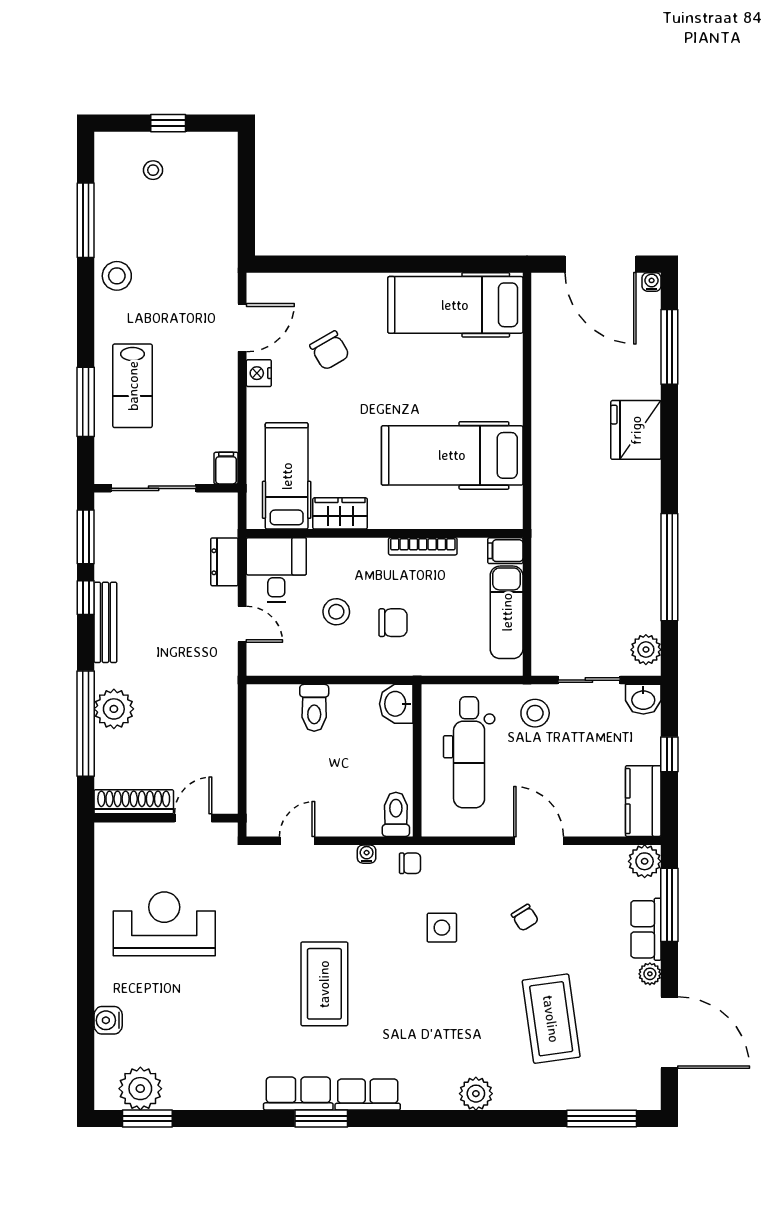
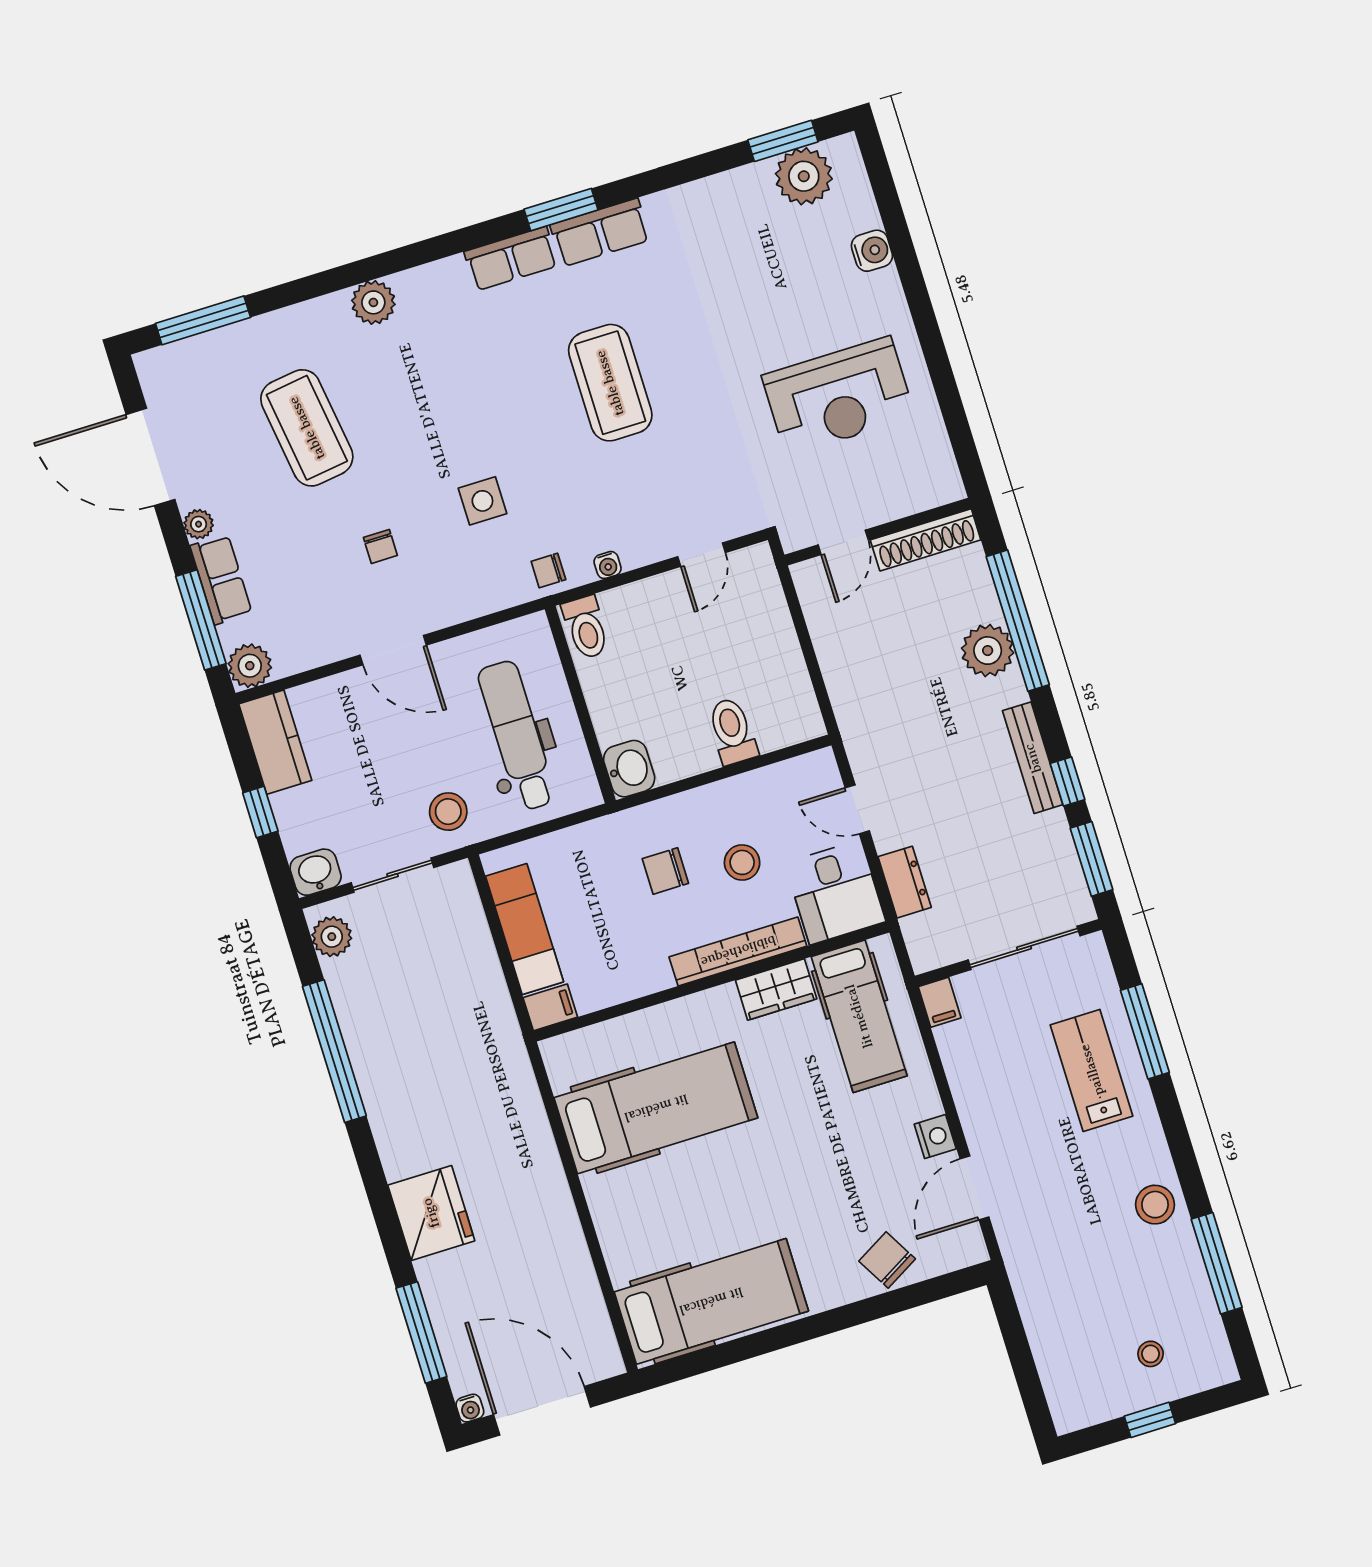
chair: (330, 350) -> (887, 1260), moved
bookcase: (423, 546) -> (738, 951), moved, width x1.48, depth x1.31
chair: (525, 918) -> (380, 546), turned -148

